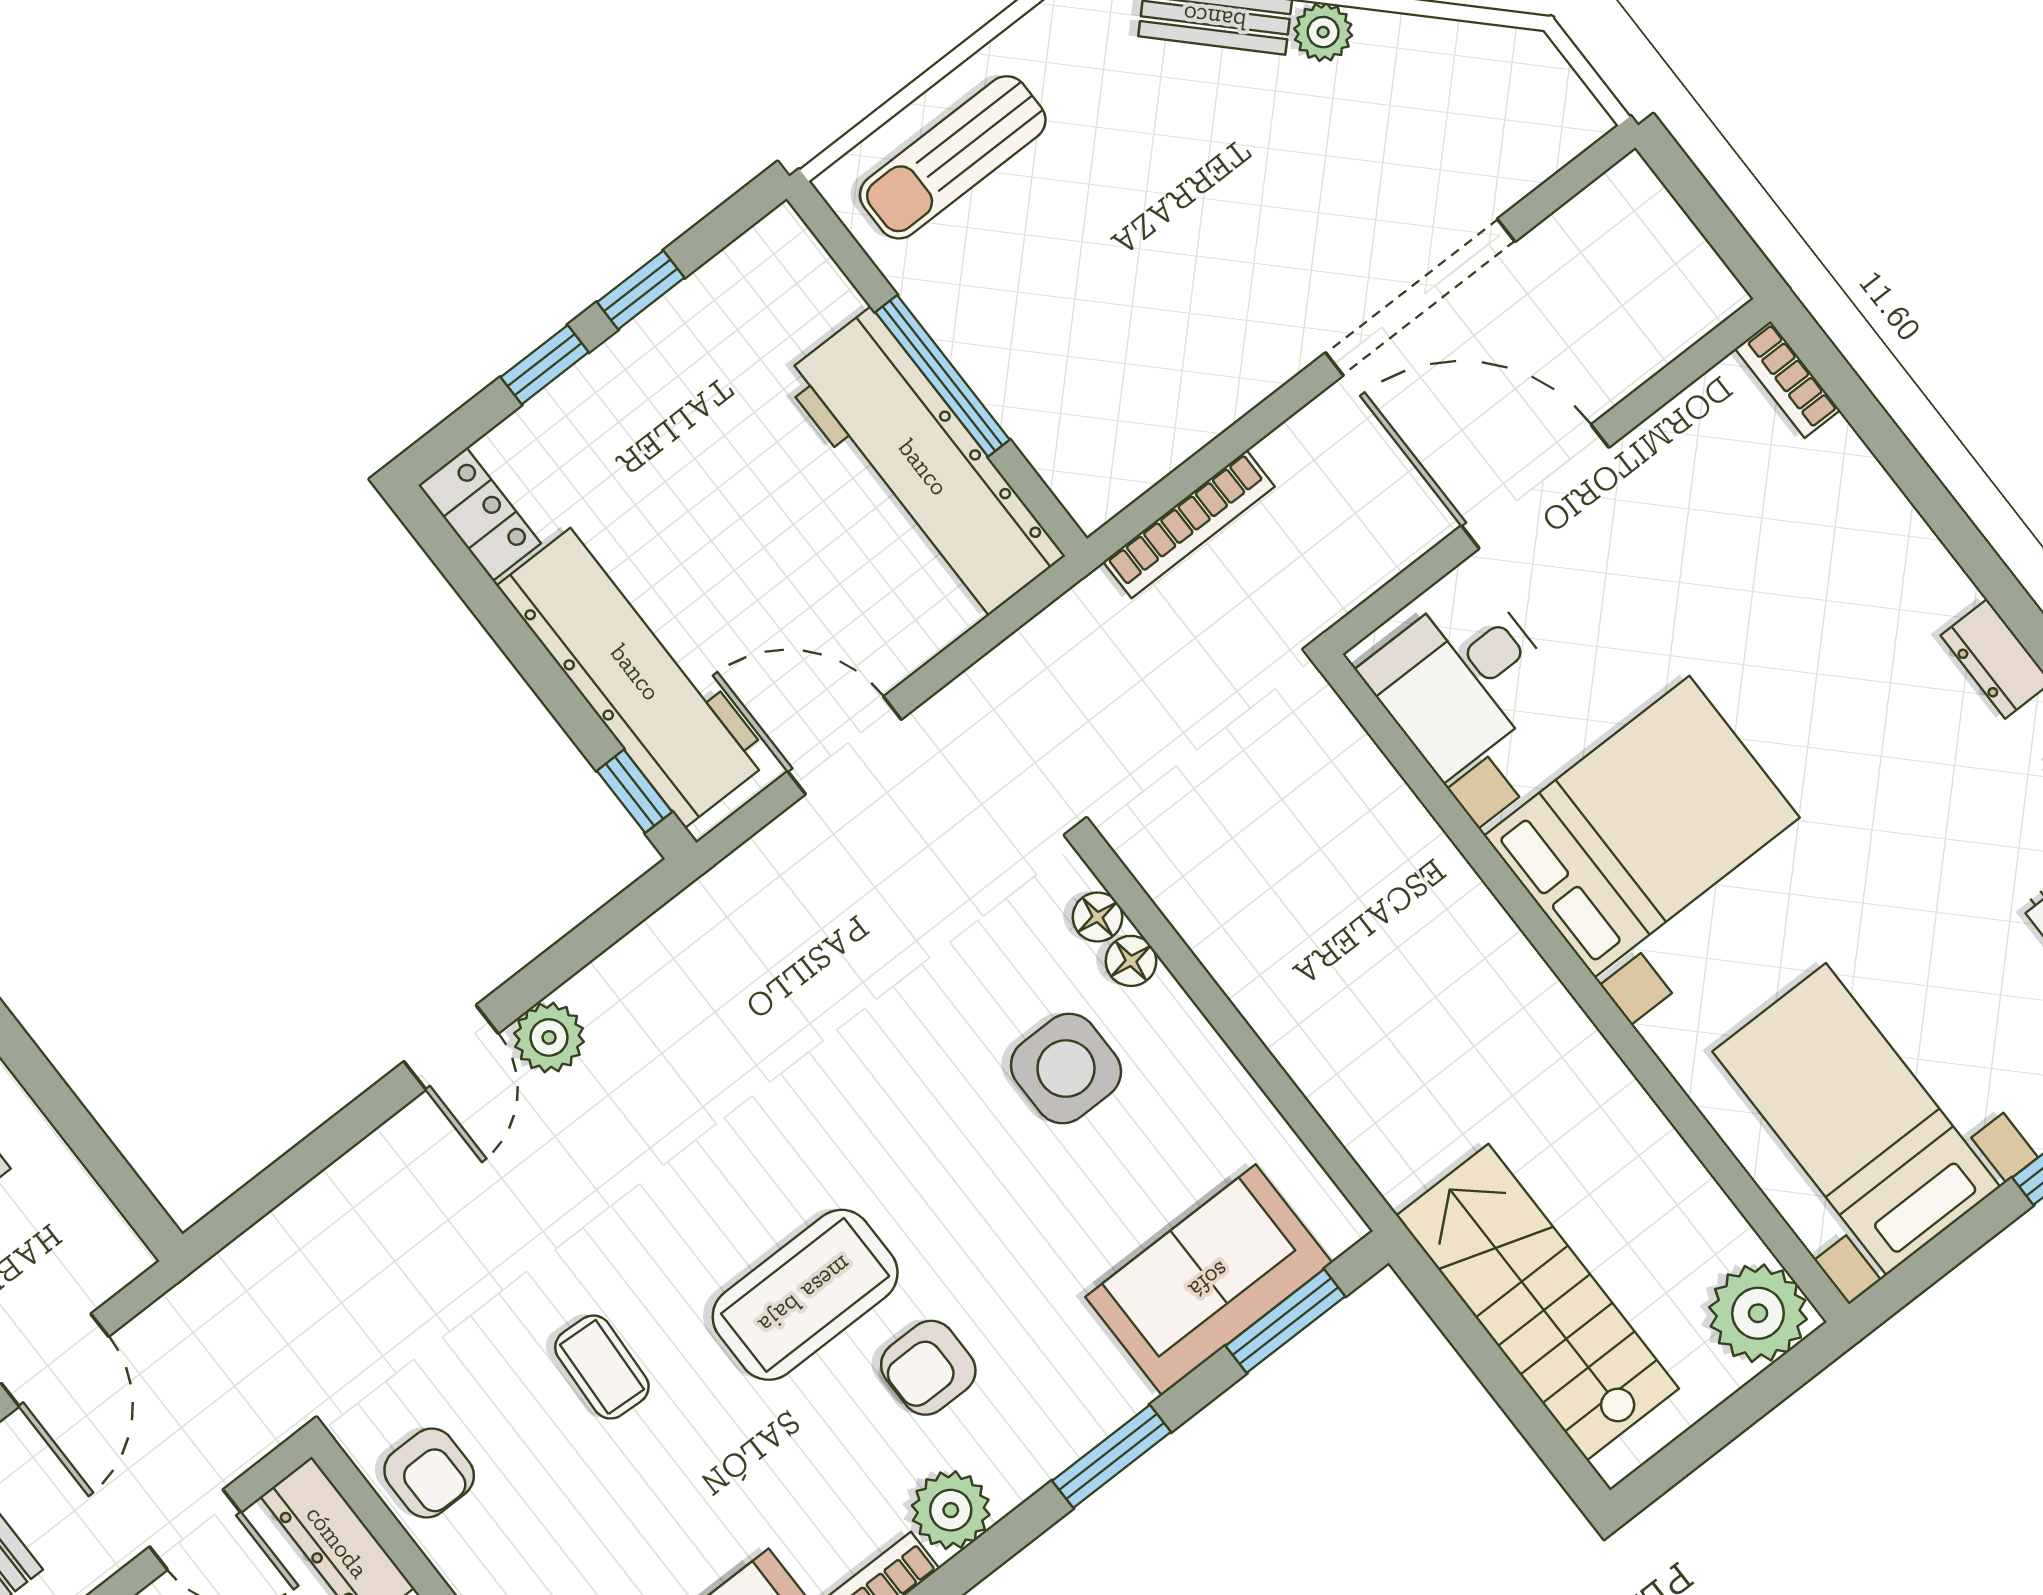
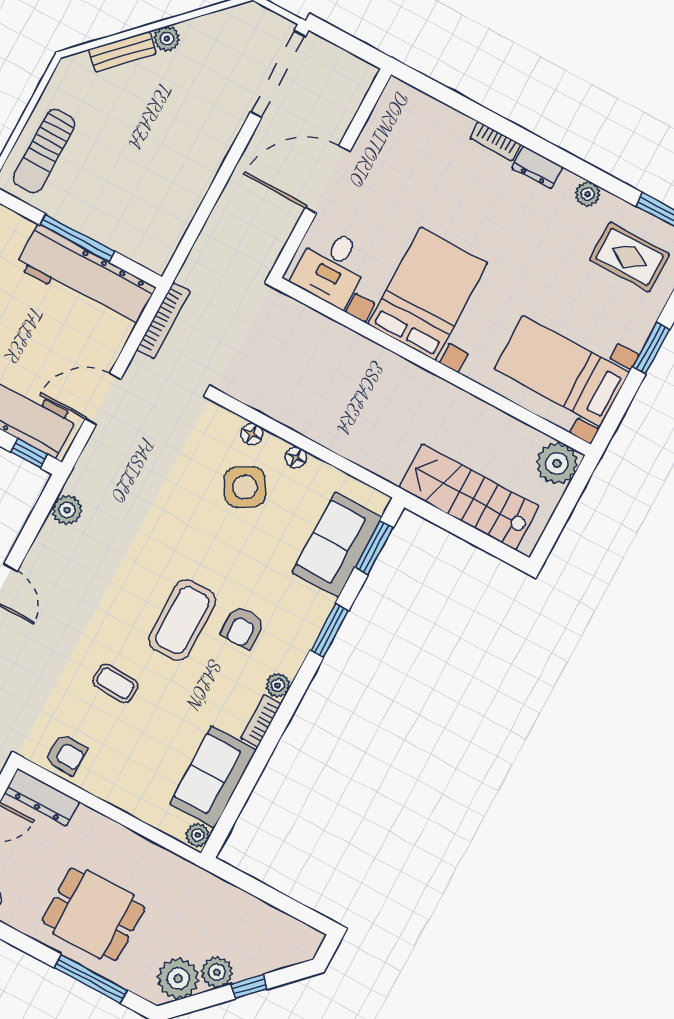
doorway: (1420, 297) -> (278, 74), moved
bookcase: (1788, 379) -> (495, 141), moved
bookcase: (1189, 524) -> (163, 320), moved
floor lamp: (1098, 917) -> (296, 457), moved
plant: (549, 1037) -> (67, 510), moved
side table: (1066, 1069) -> (245, 487), turned -31
plant: (951, 1510) -> (278, 685), width x0.73, depth x0.73

